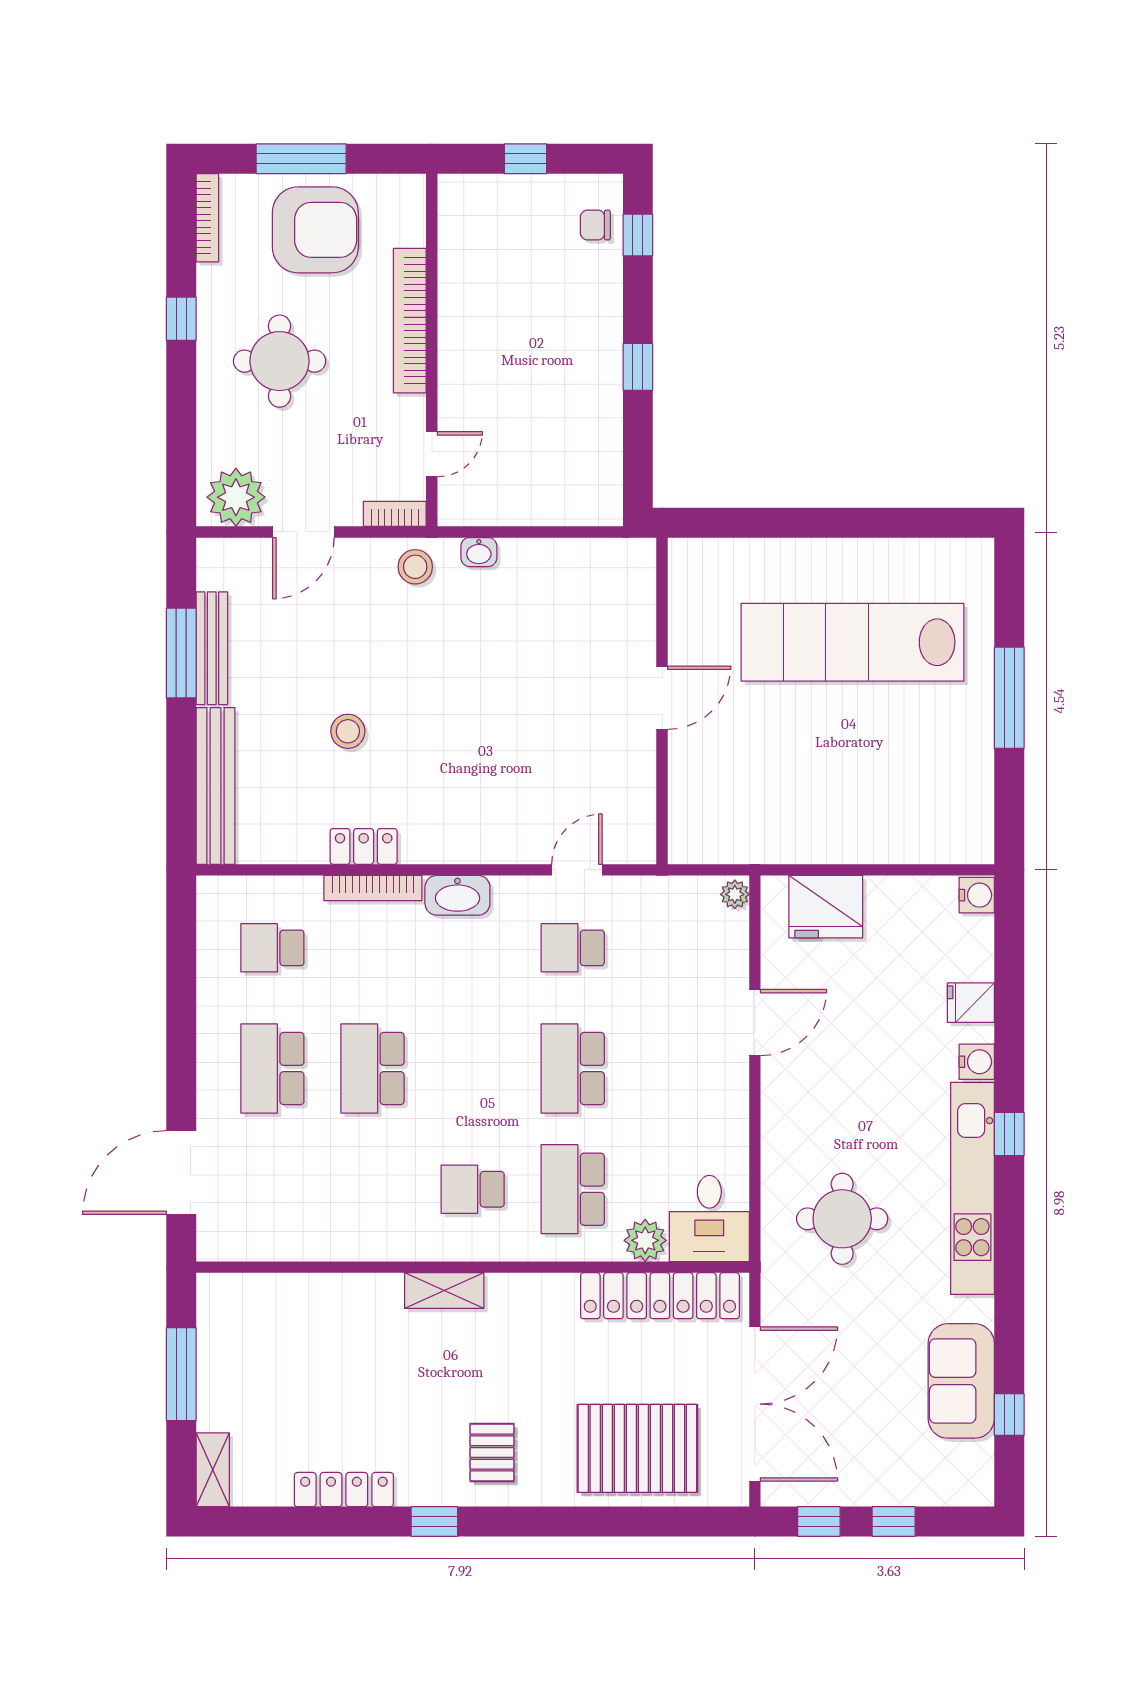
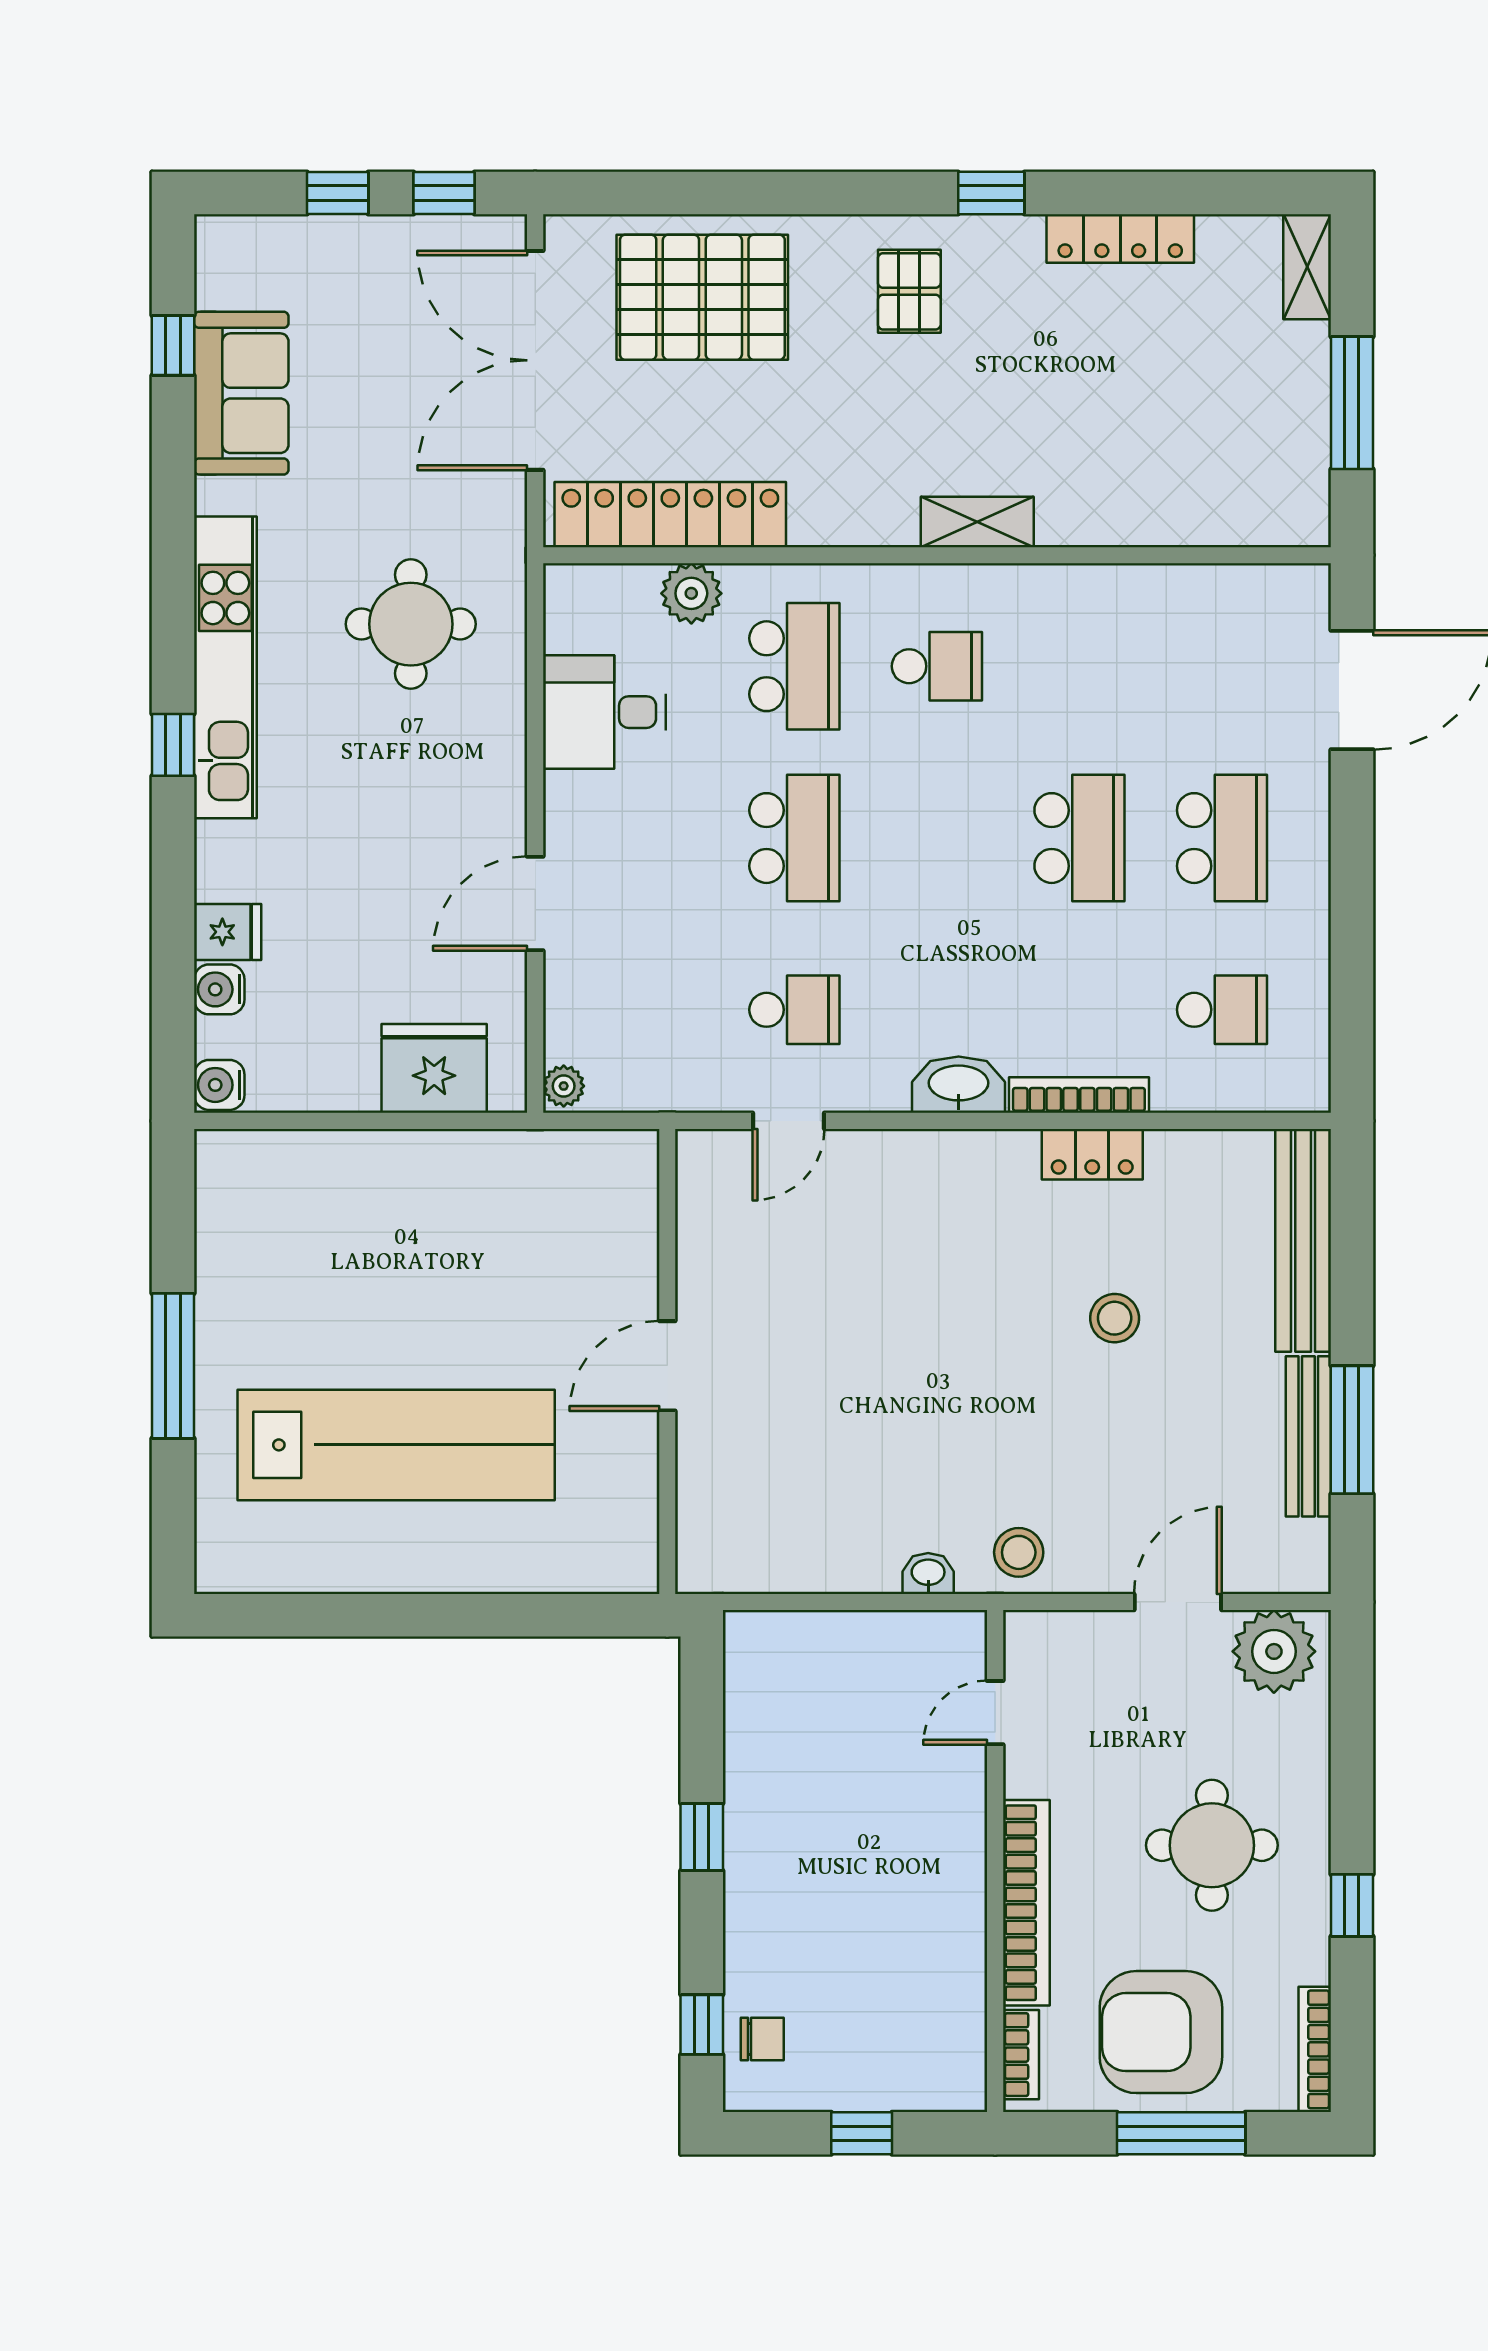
bookcase: (395, 514) -> (1021, 2055), moved, turned -90
water cooler: (977, 1062) -> (219, 989), moved
desk: (709, 1219) -> (604, 712), moved, turned -90

